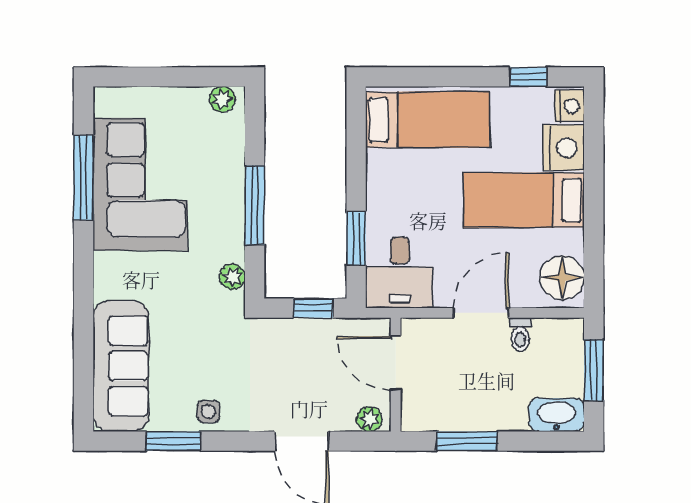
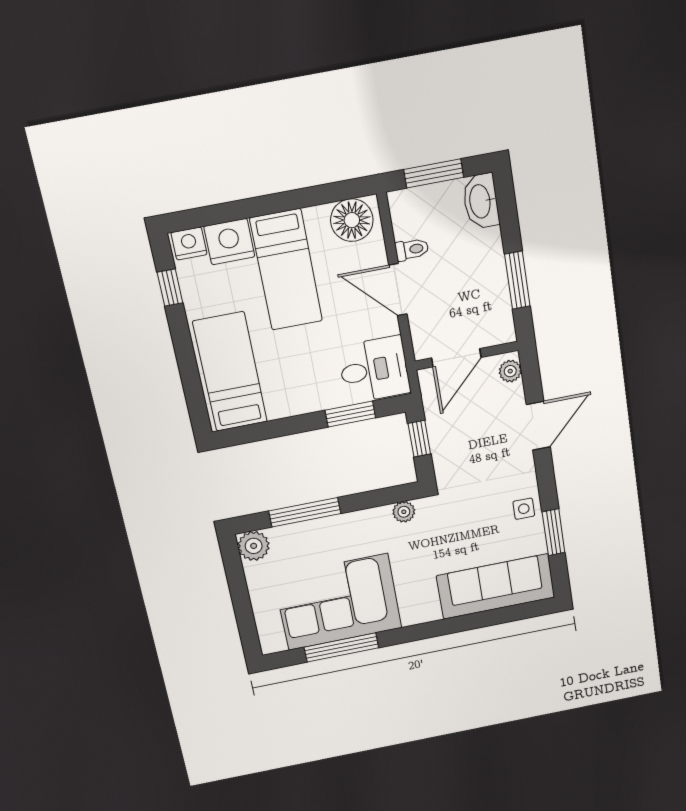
plant: (222, 99) -> (254, 546), width x1.38, depth x1.38
window: (255, 205) -> (305, 512), moved

